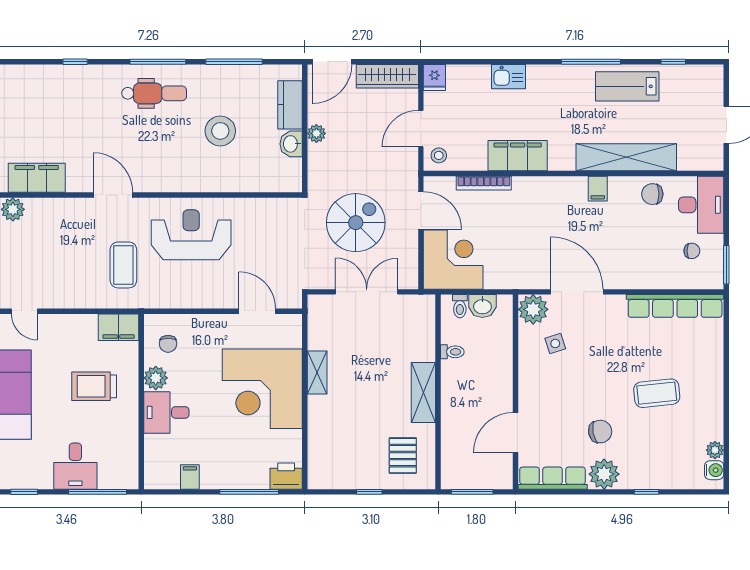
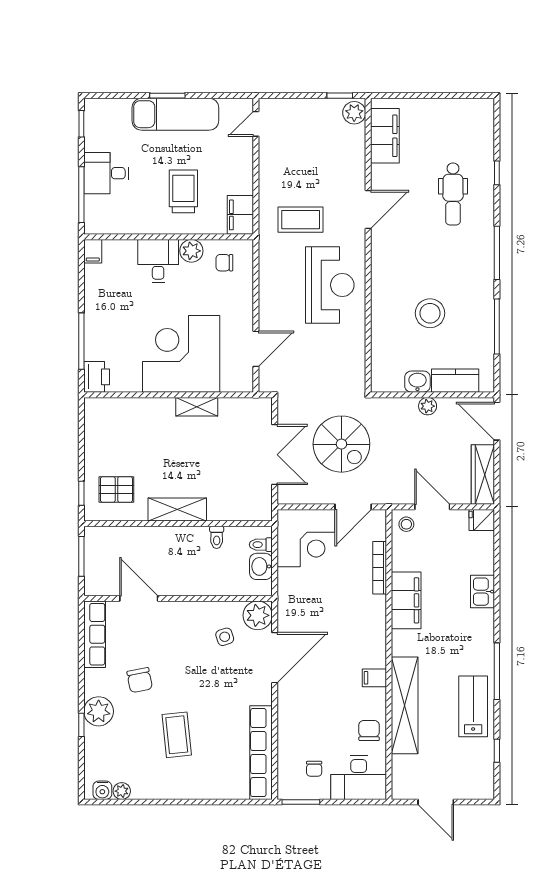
dental chair: (154, 93) -> (453, 194), moved
plant: (604, 474) -> (99, 711), moved
filing cabinet: (190, 477) -> (93, 251), moved, turned 90
window: (369, 492) -> (81, 493), moved

